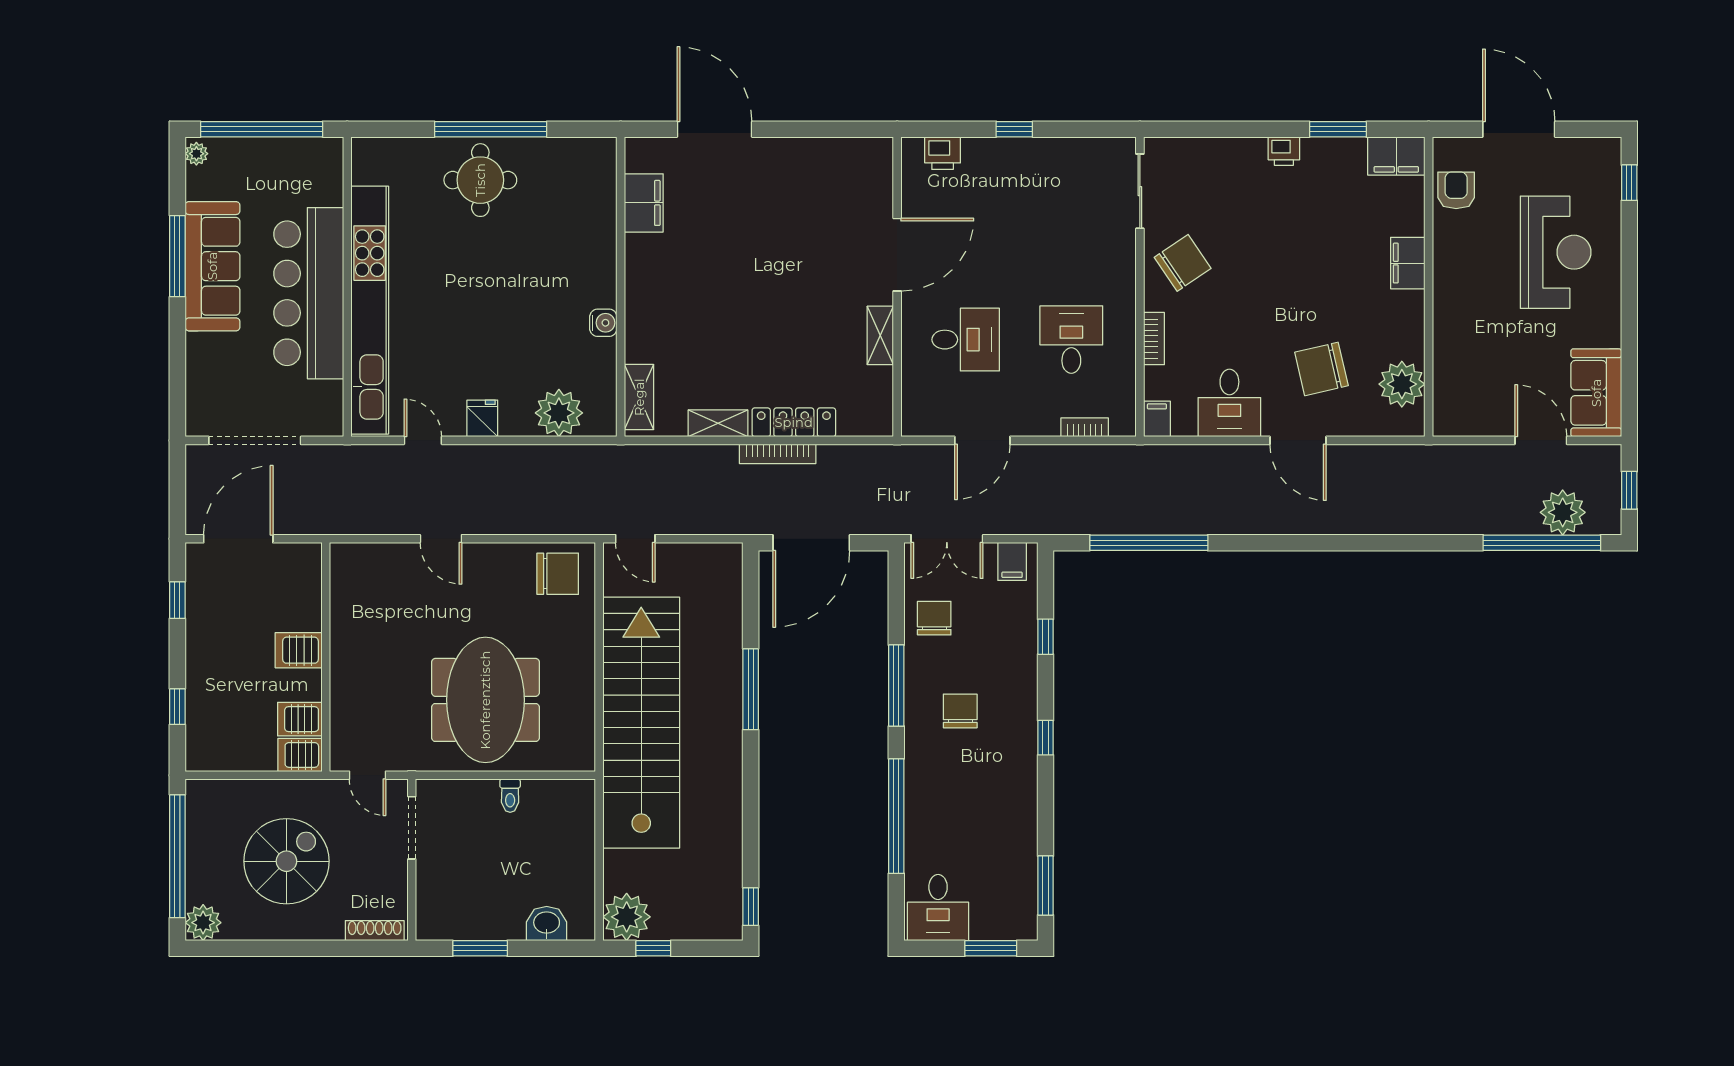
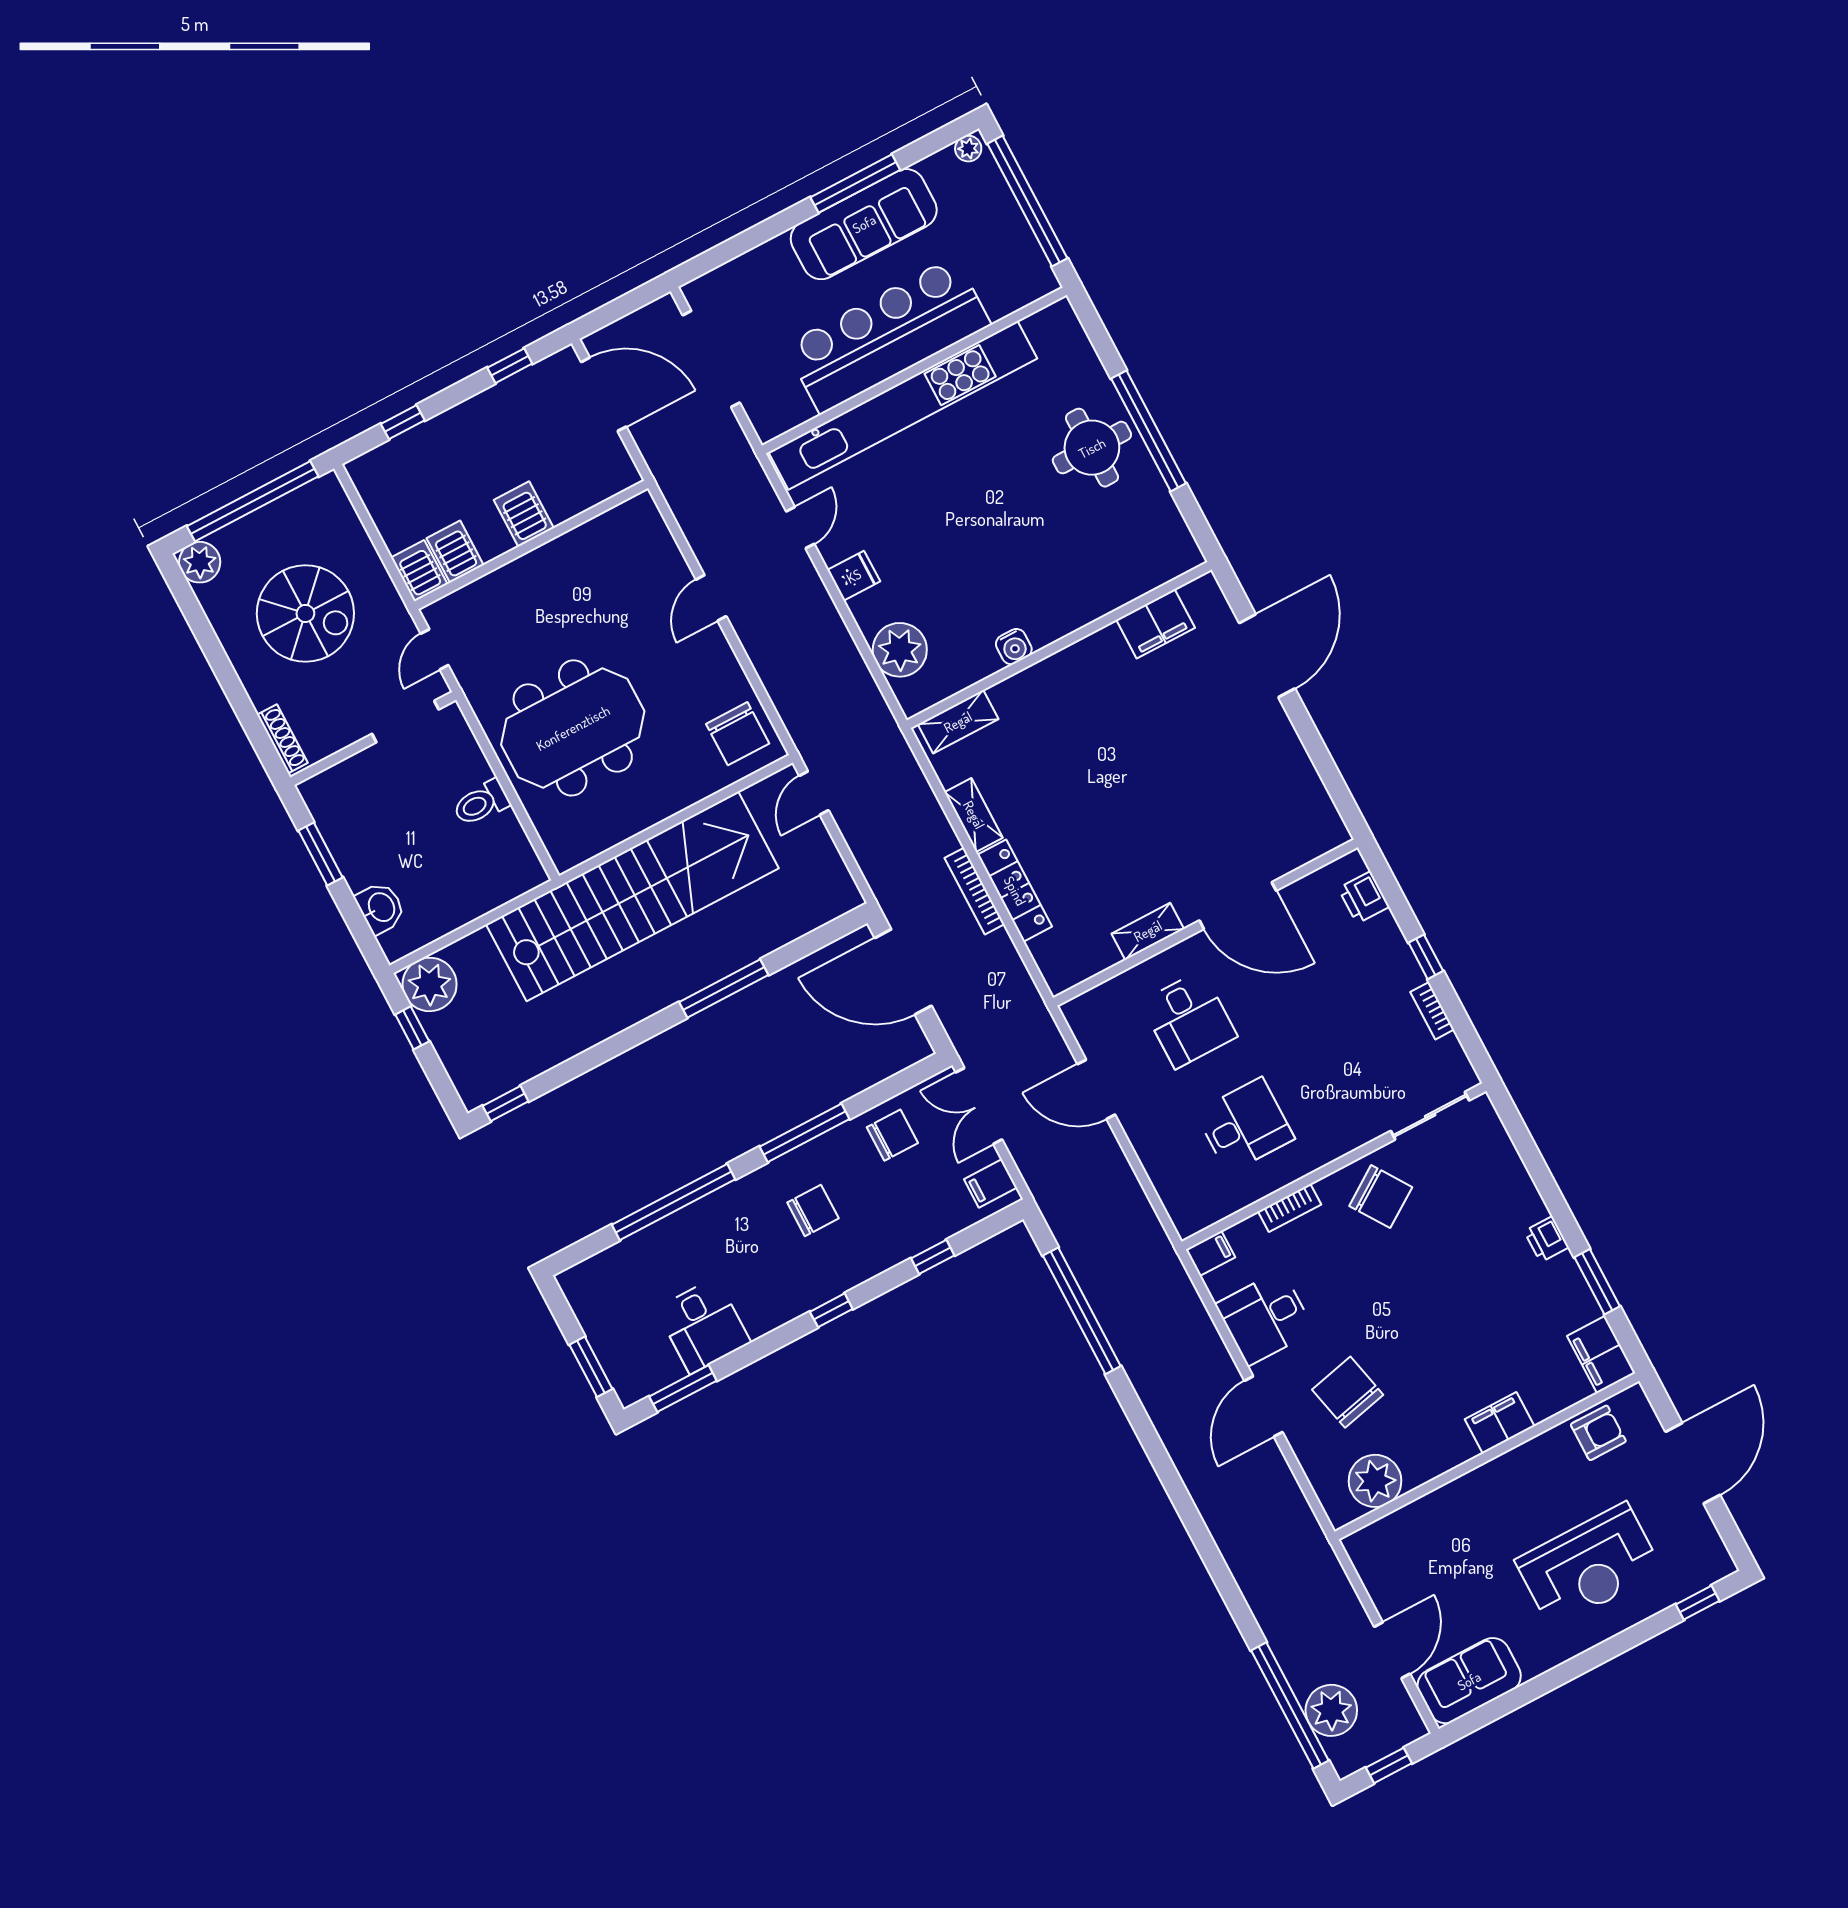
bookcase: (1085, 427) -> (1432, 1011), moved, turned 180
toilet: (510, 796) -> (481, 803), width x1.37, depth x1.39
desk: (938, 908) -> (703, 1326), moved, turned -90

